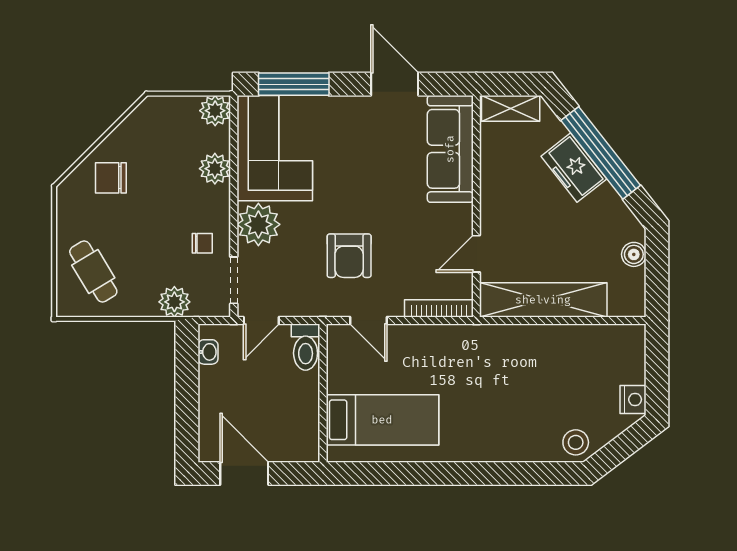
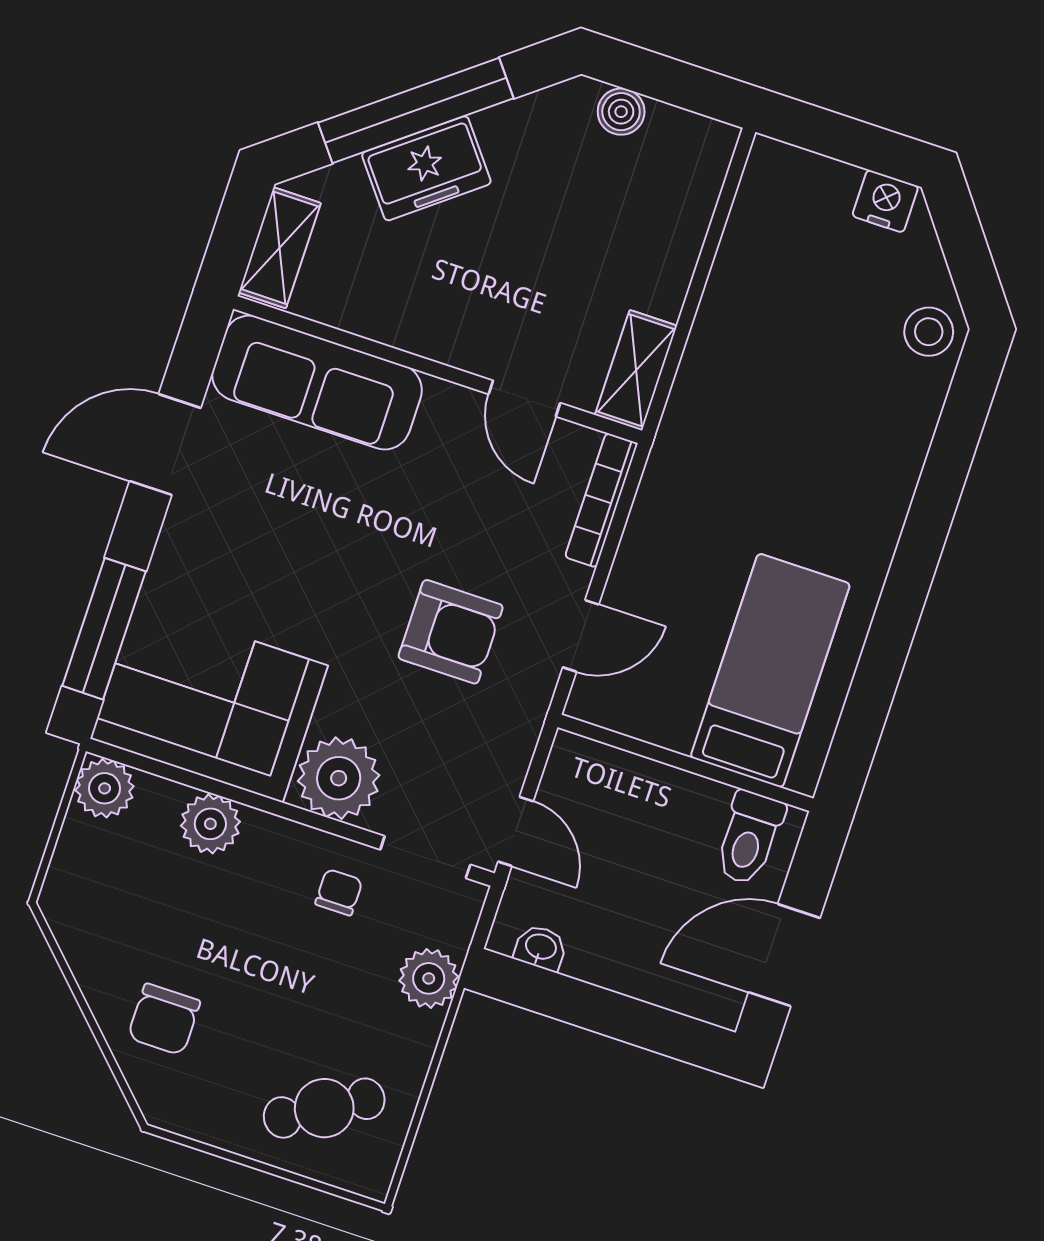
shelving: (543, 300) -> (636, 370), width x0.45, depth x0.75
toilet: (306, 347) -> (749, 838), moved, turned 90

